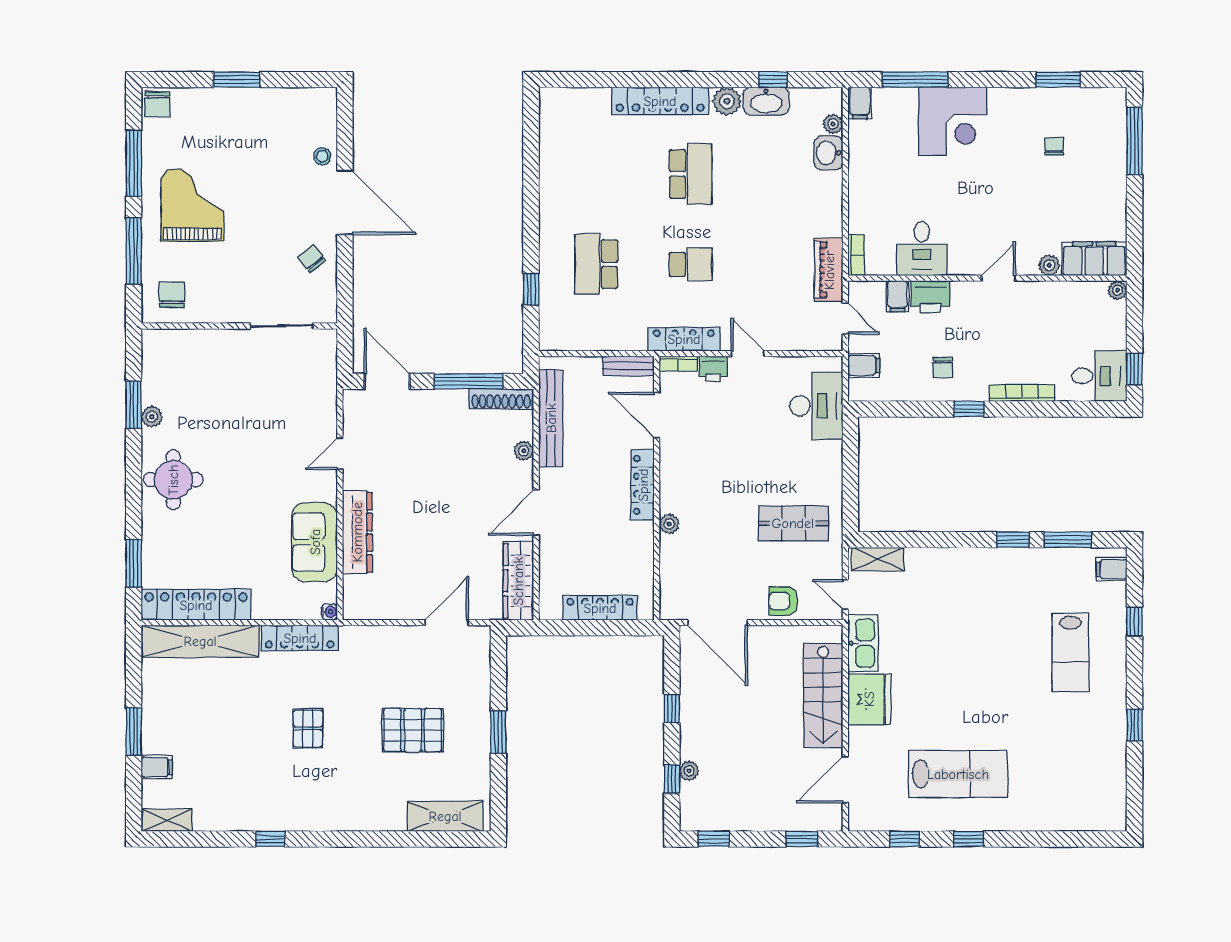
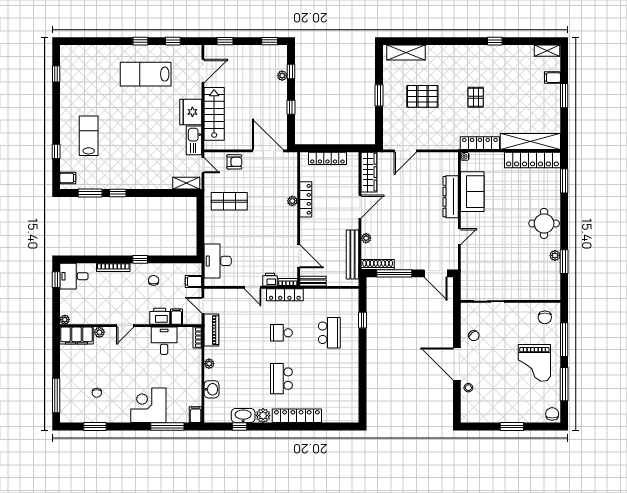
plant: (833, 124) -> (209, 364), moved
locker: (643, 485) -> (306, 199), moved
window: (1134, 725) -> (56, 74), moved

